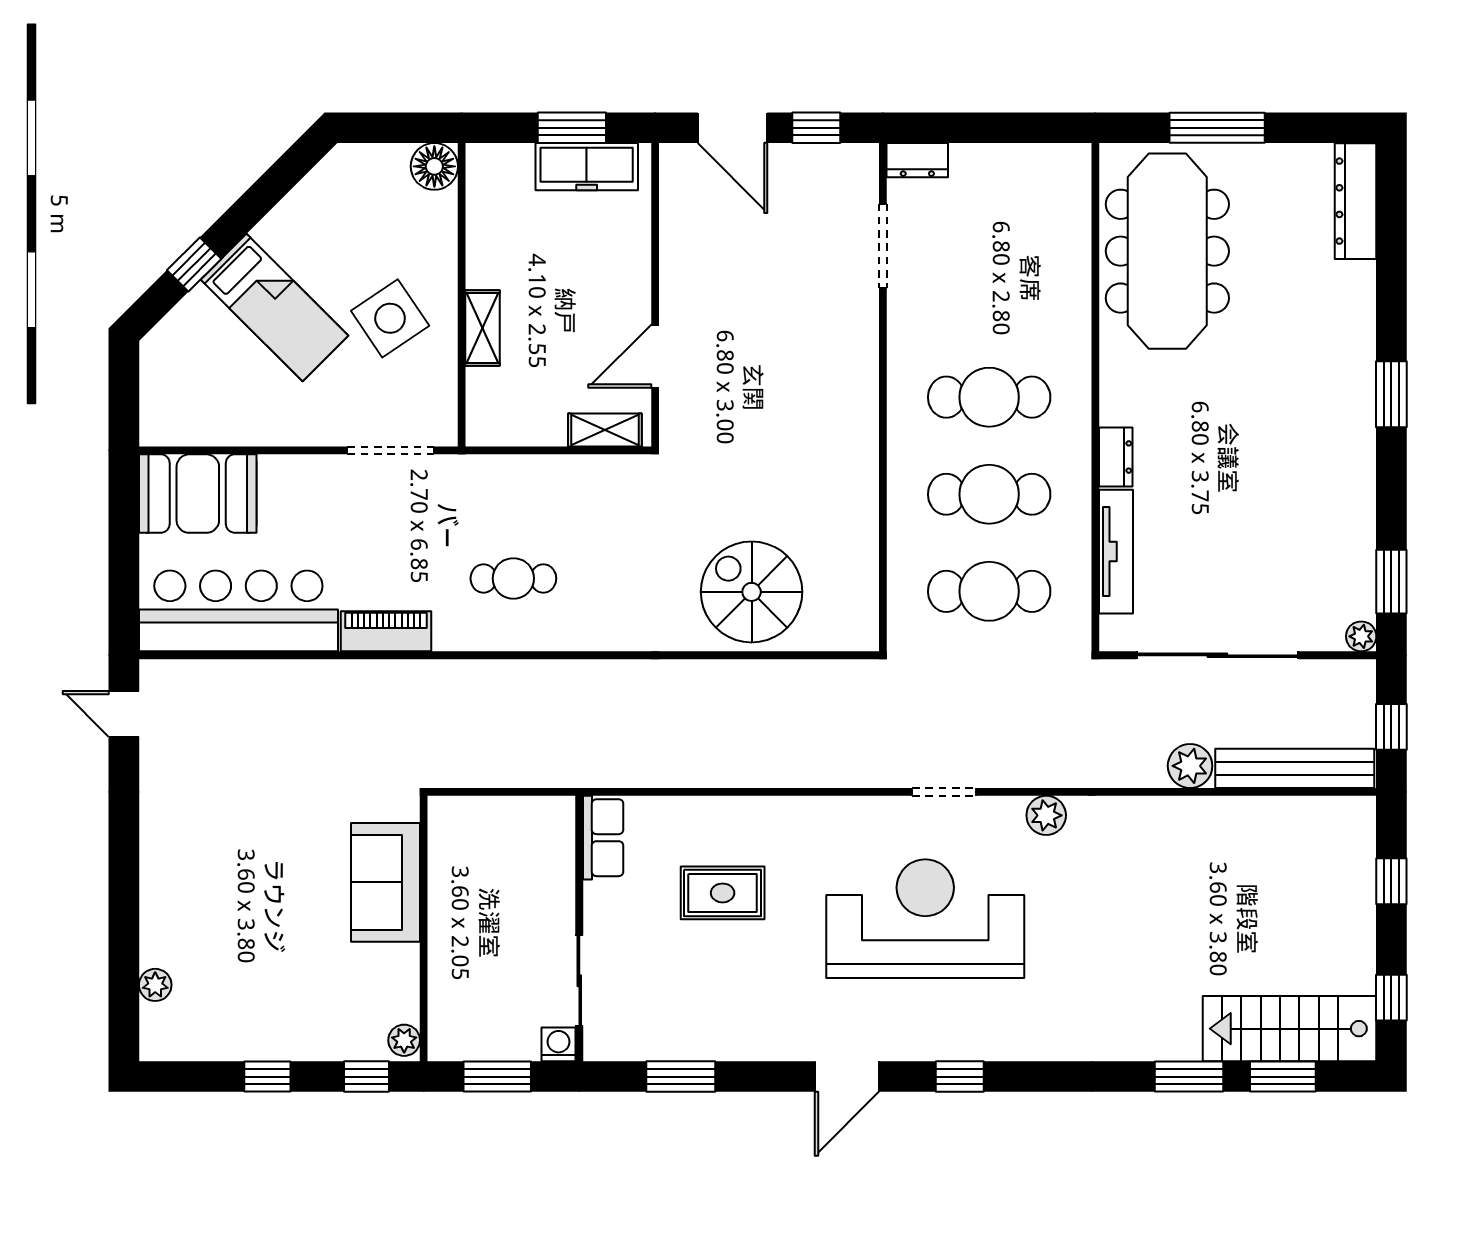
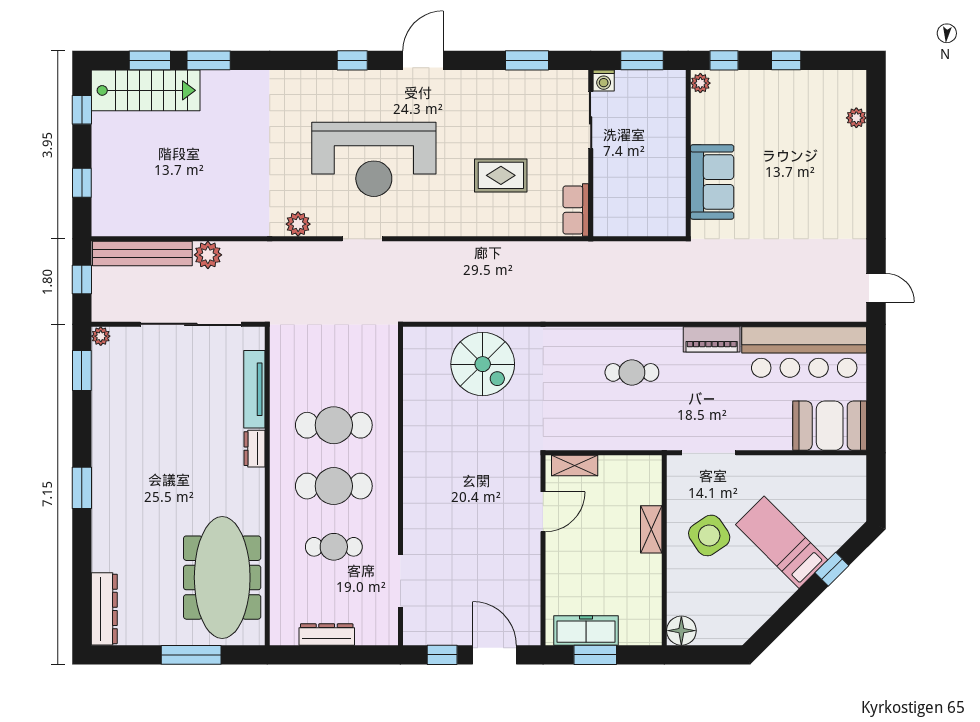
dresser: (917, 160) -> (327, 635), moved, width x1.44
cafe table: (989, 591) -> (334, 547), moved, width x0.73, depth x0.74

